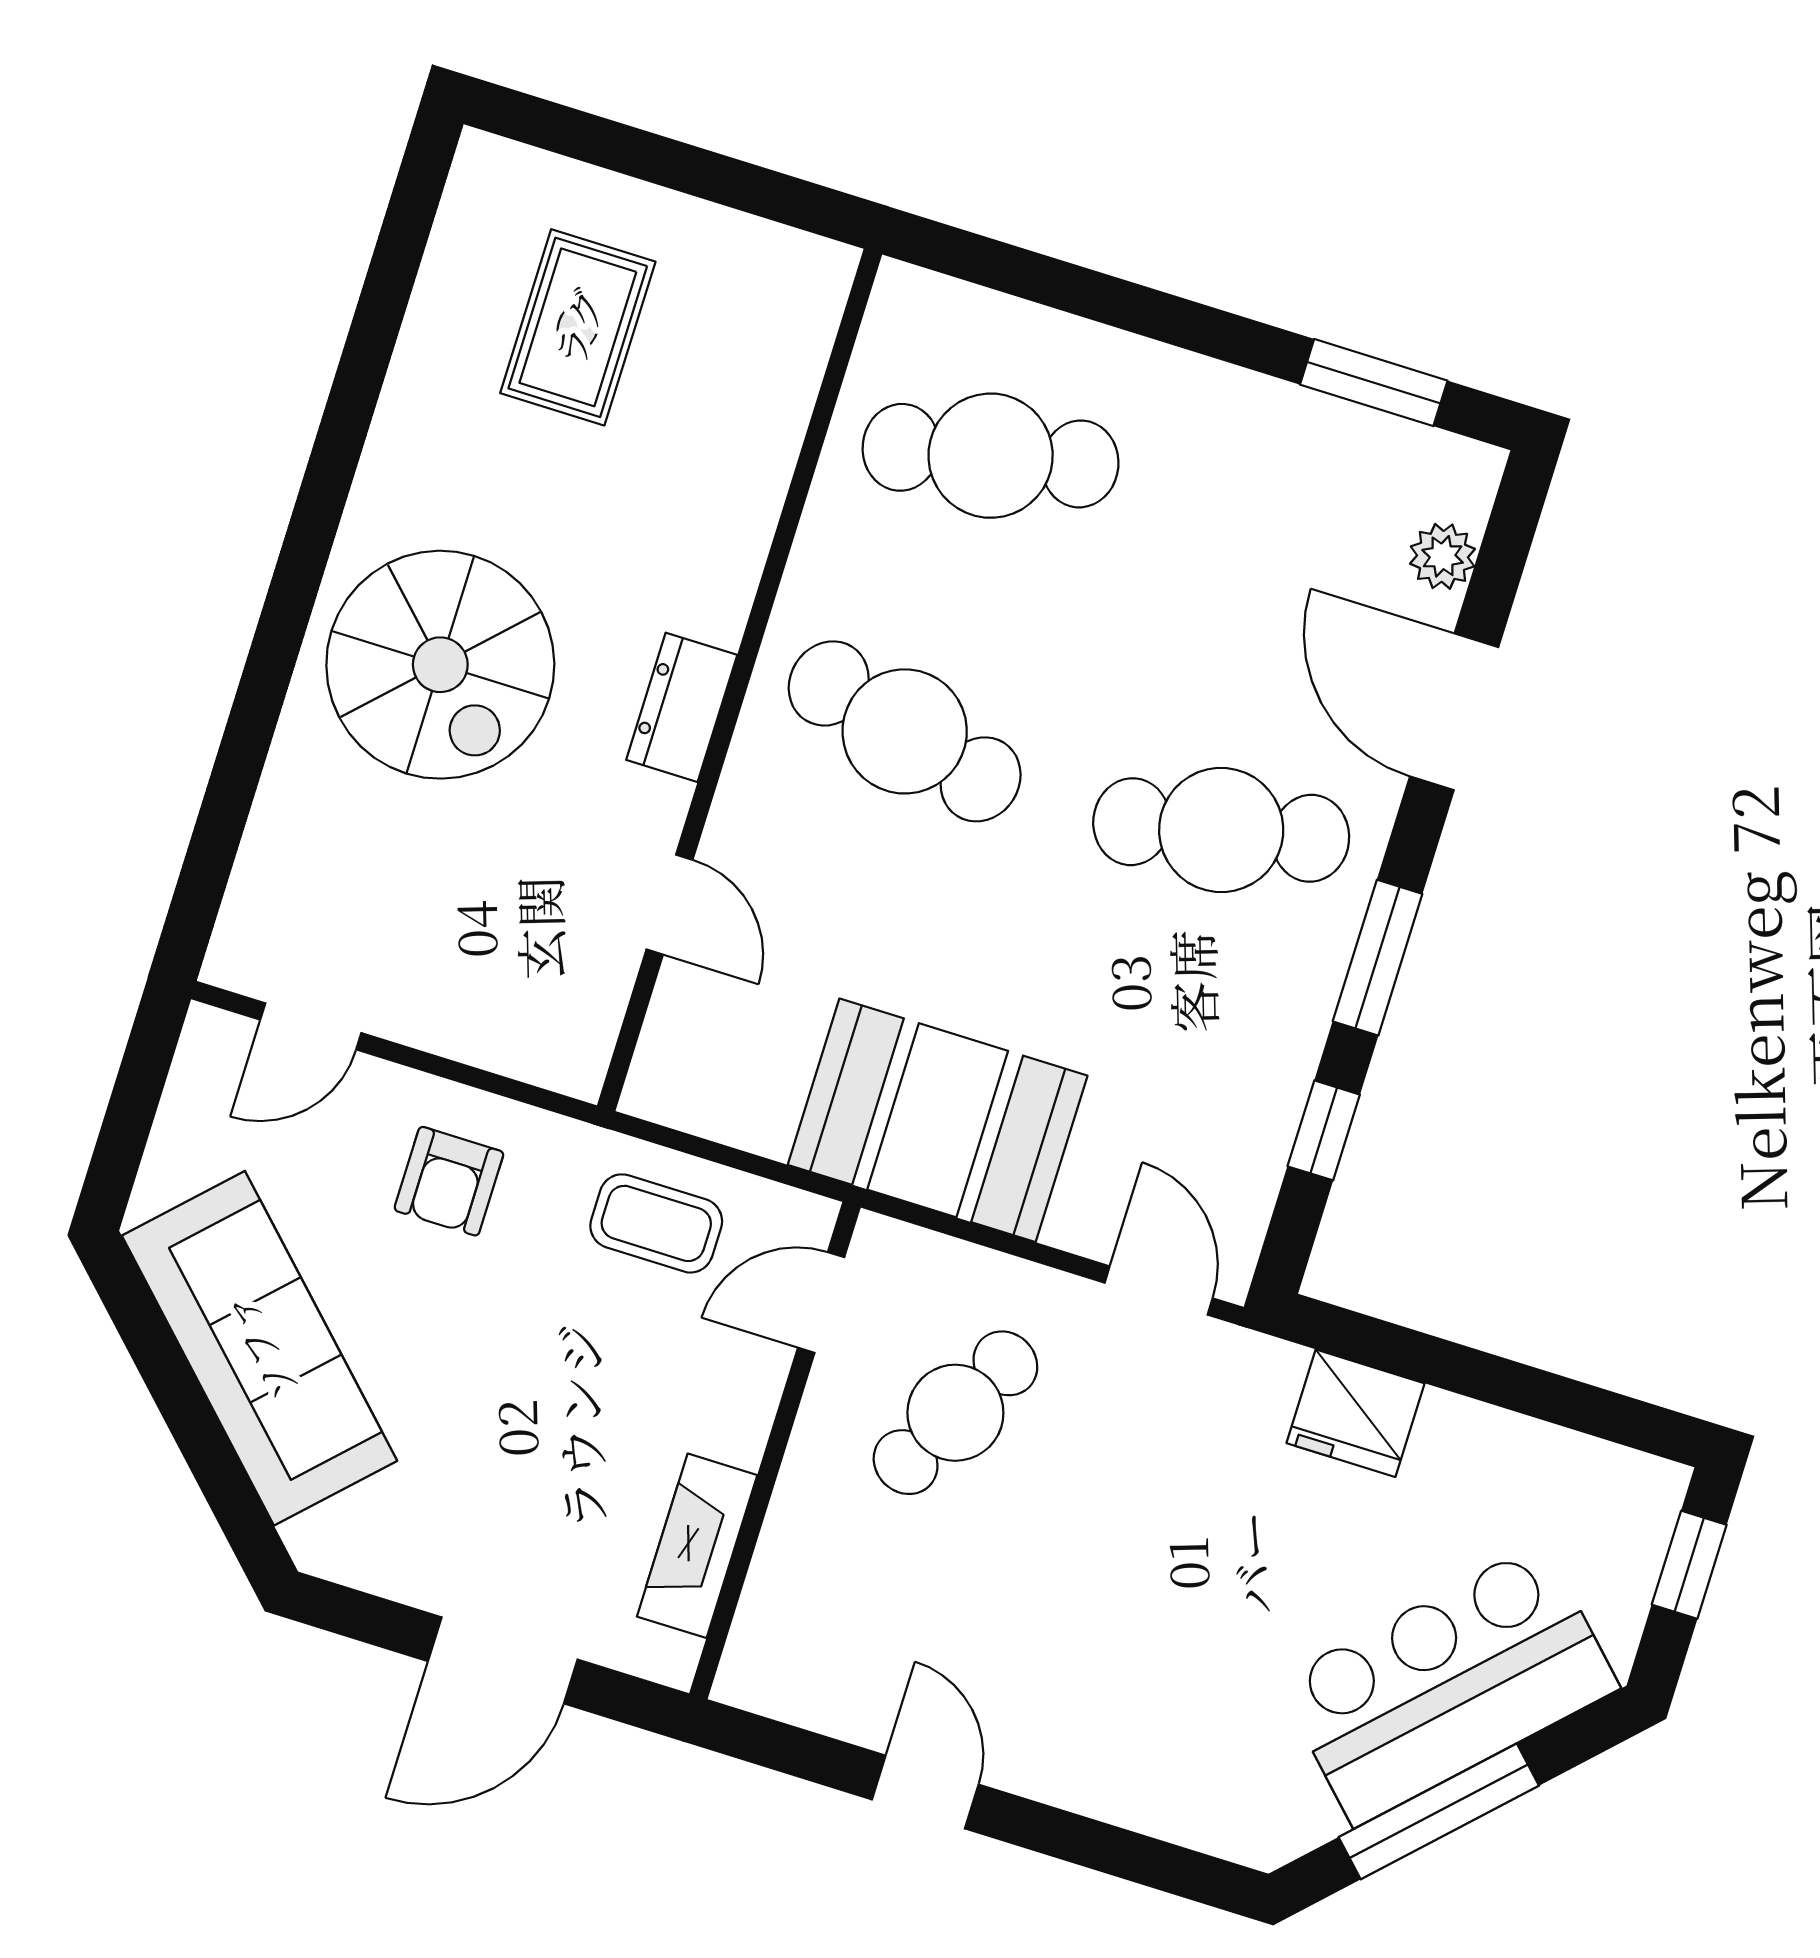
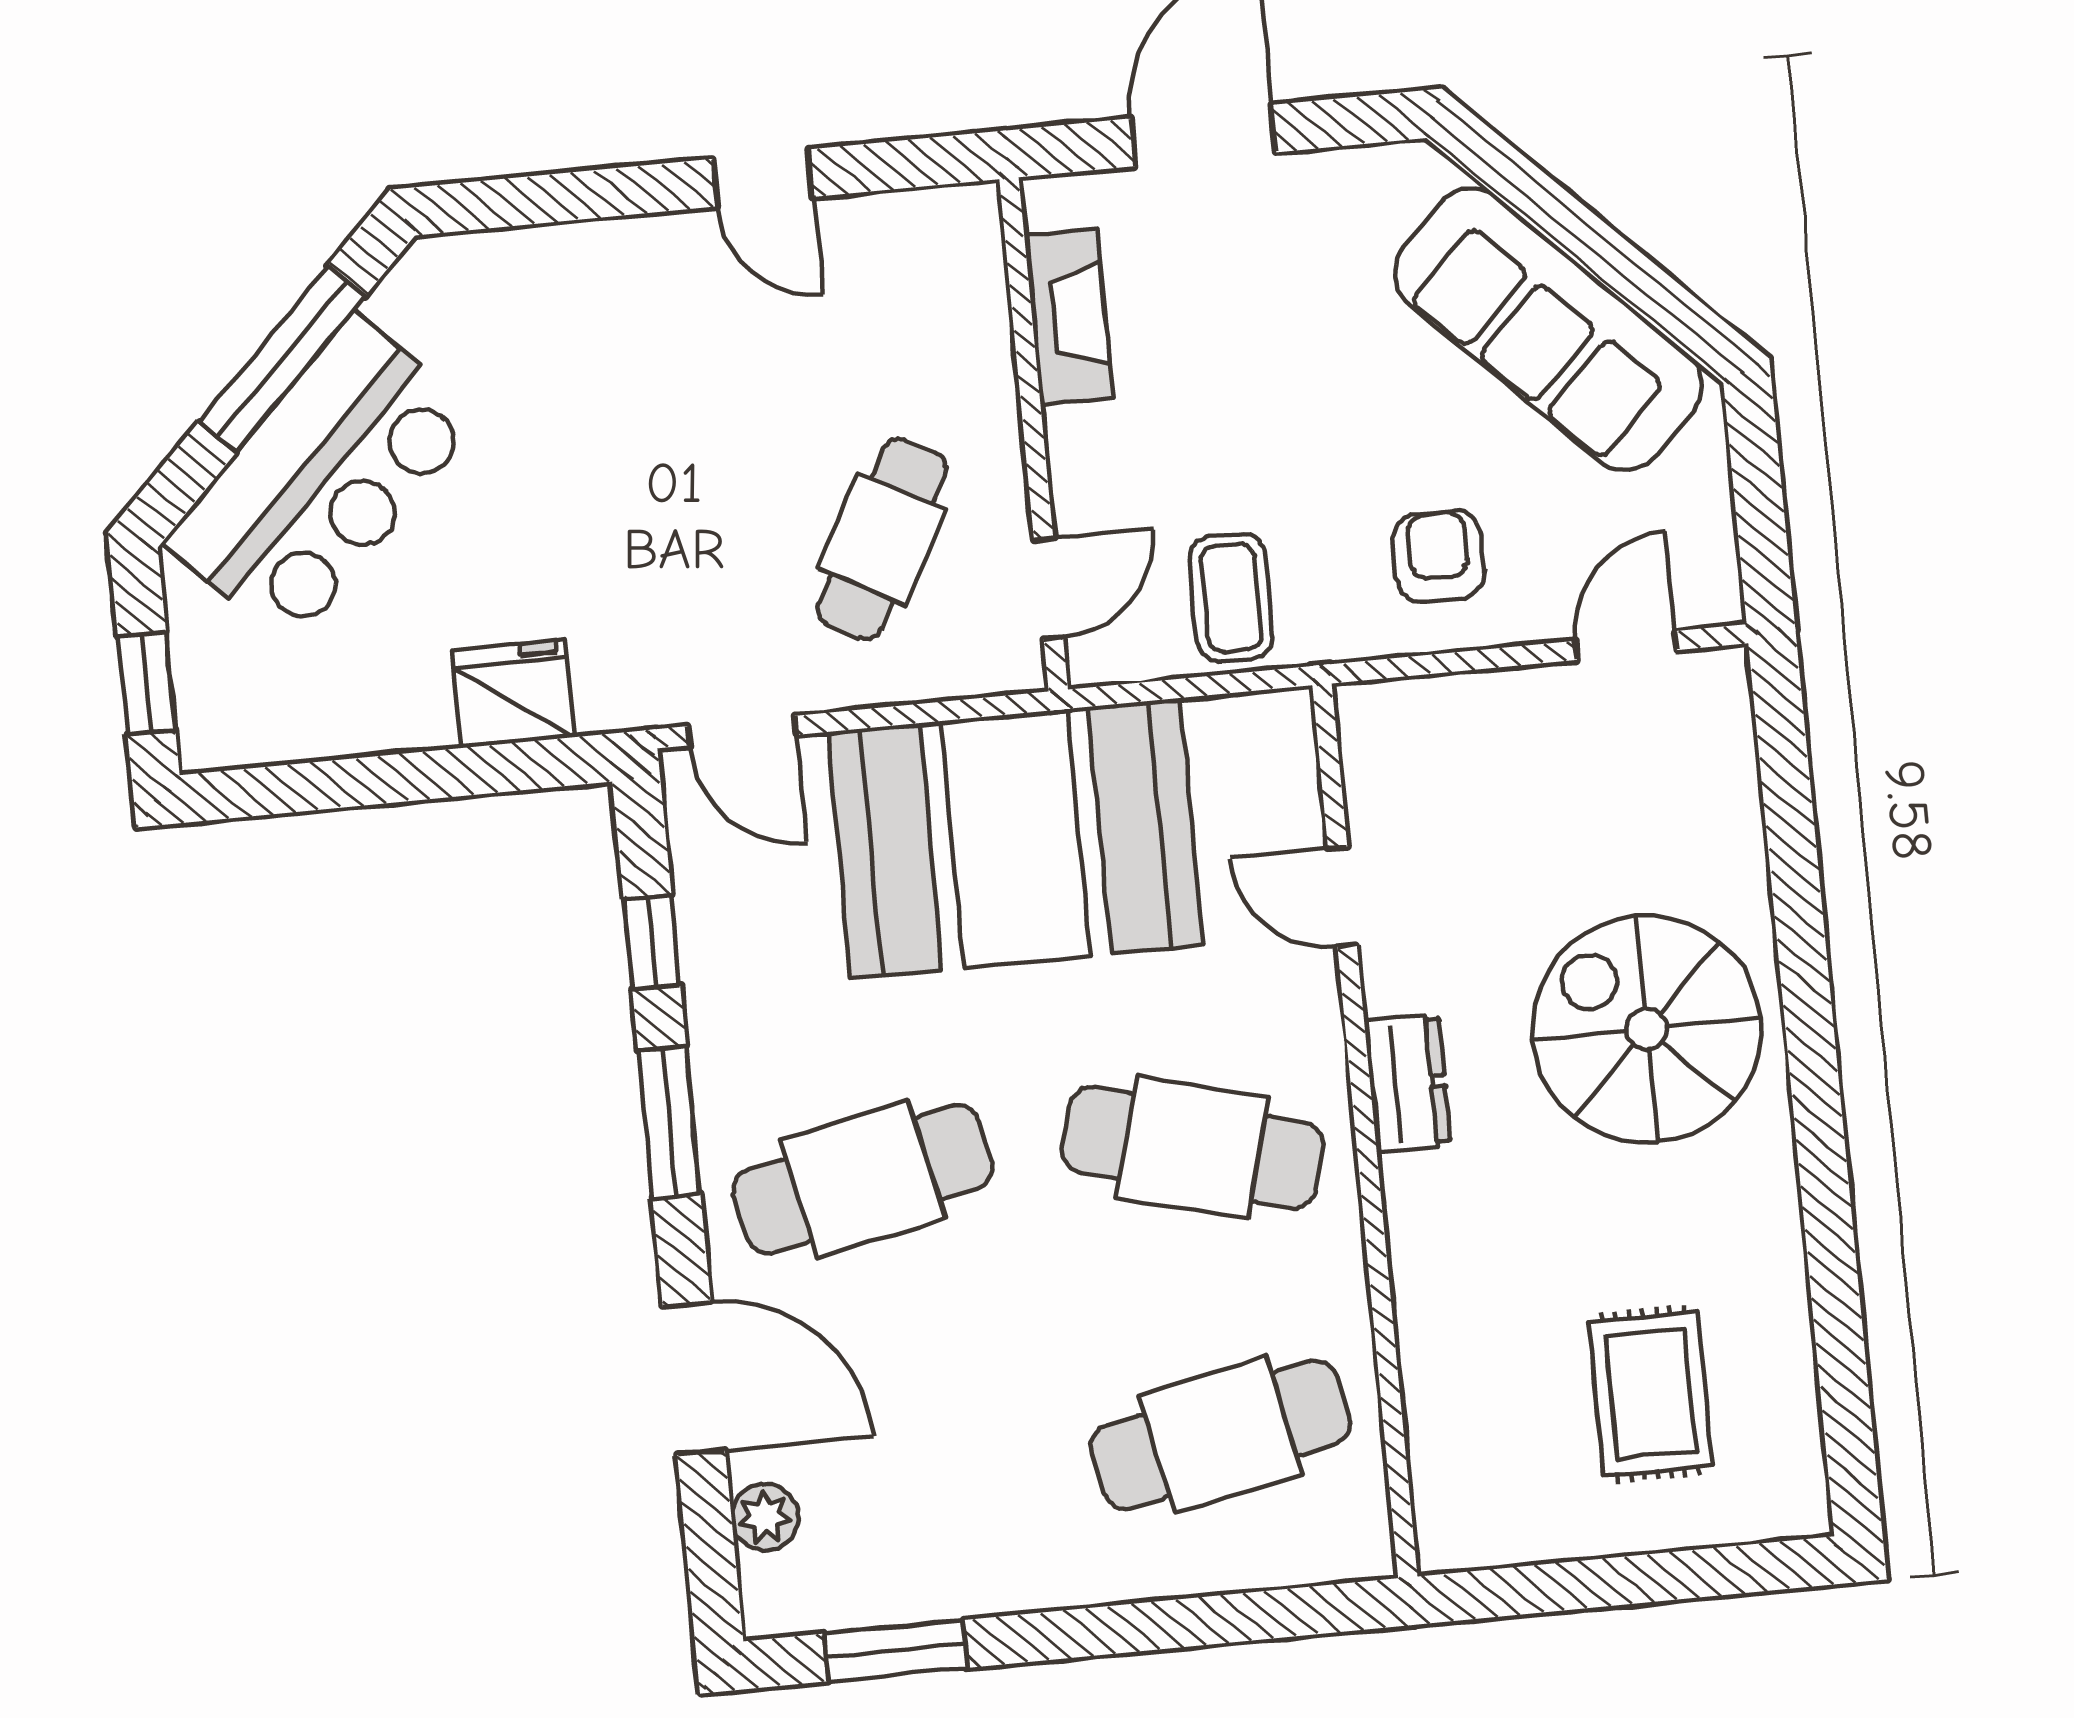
booth: (938, 1120) -> (1015, 839), width x1.36, depth x1.42
coffee table: (656, 1223) -> (1231, 598), turned 90

